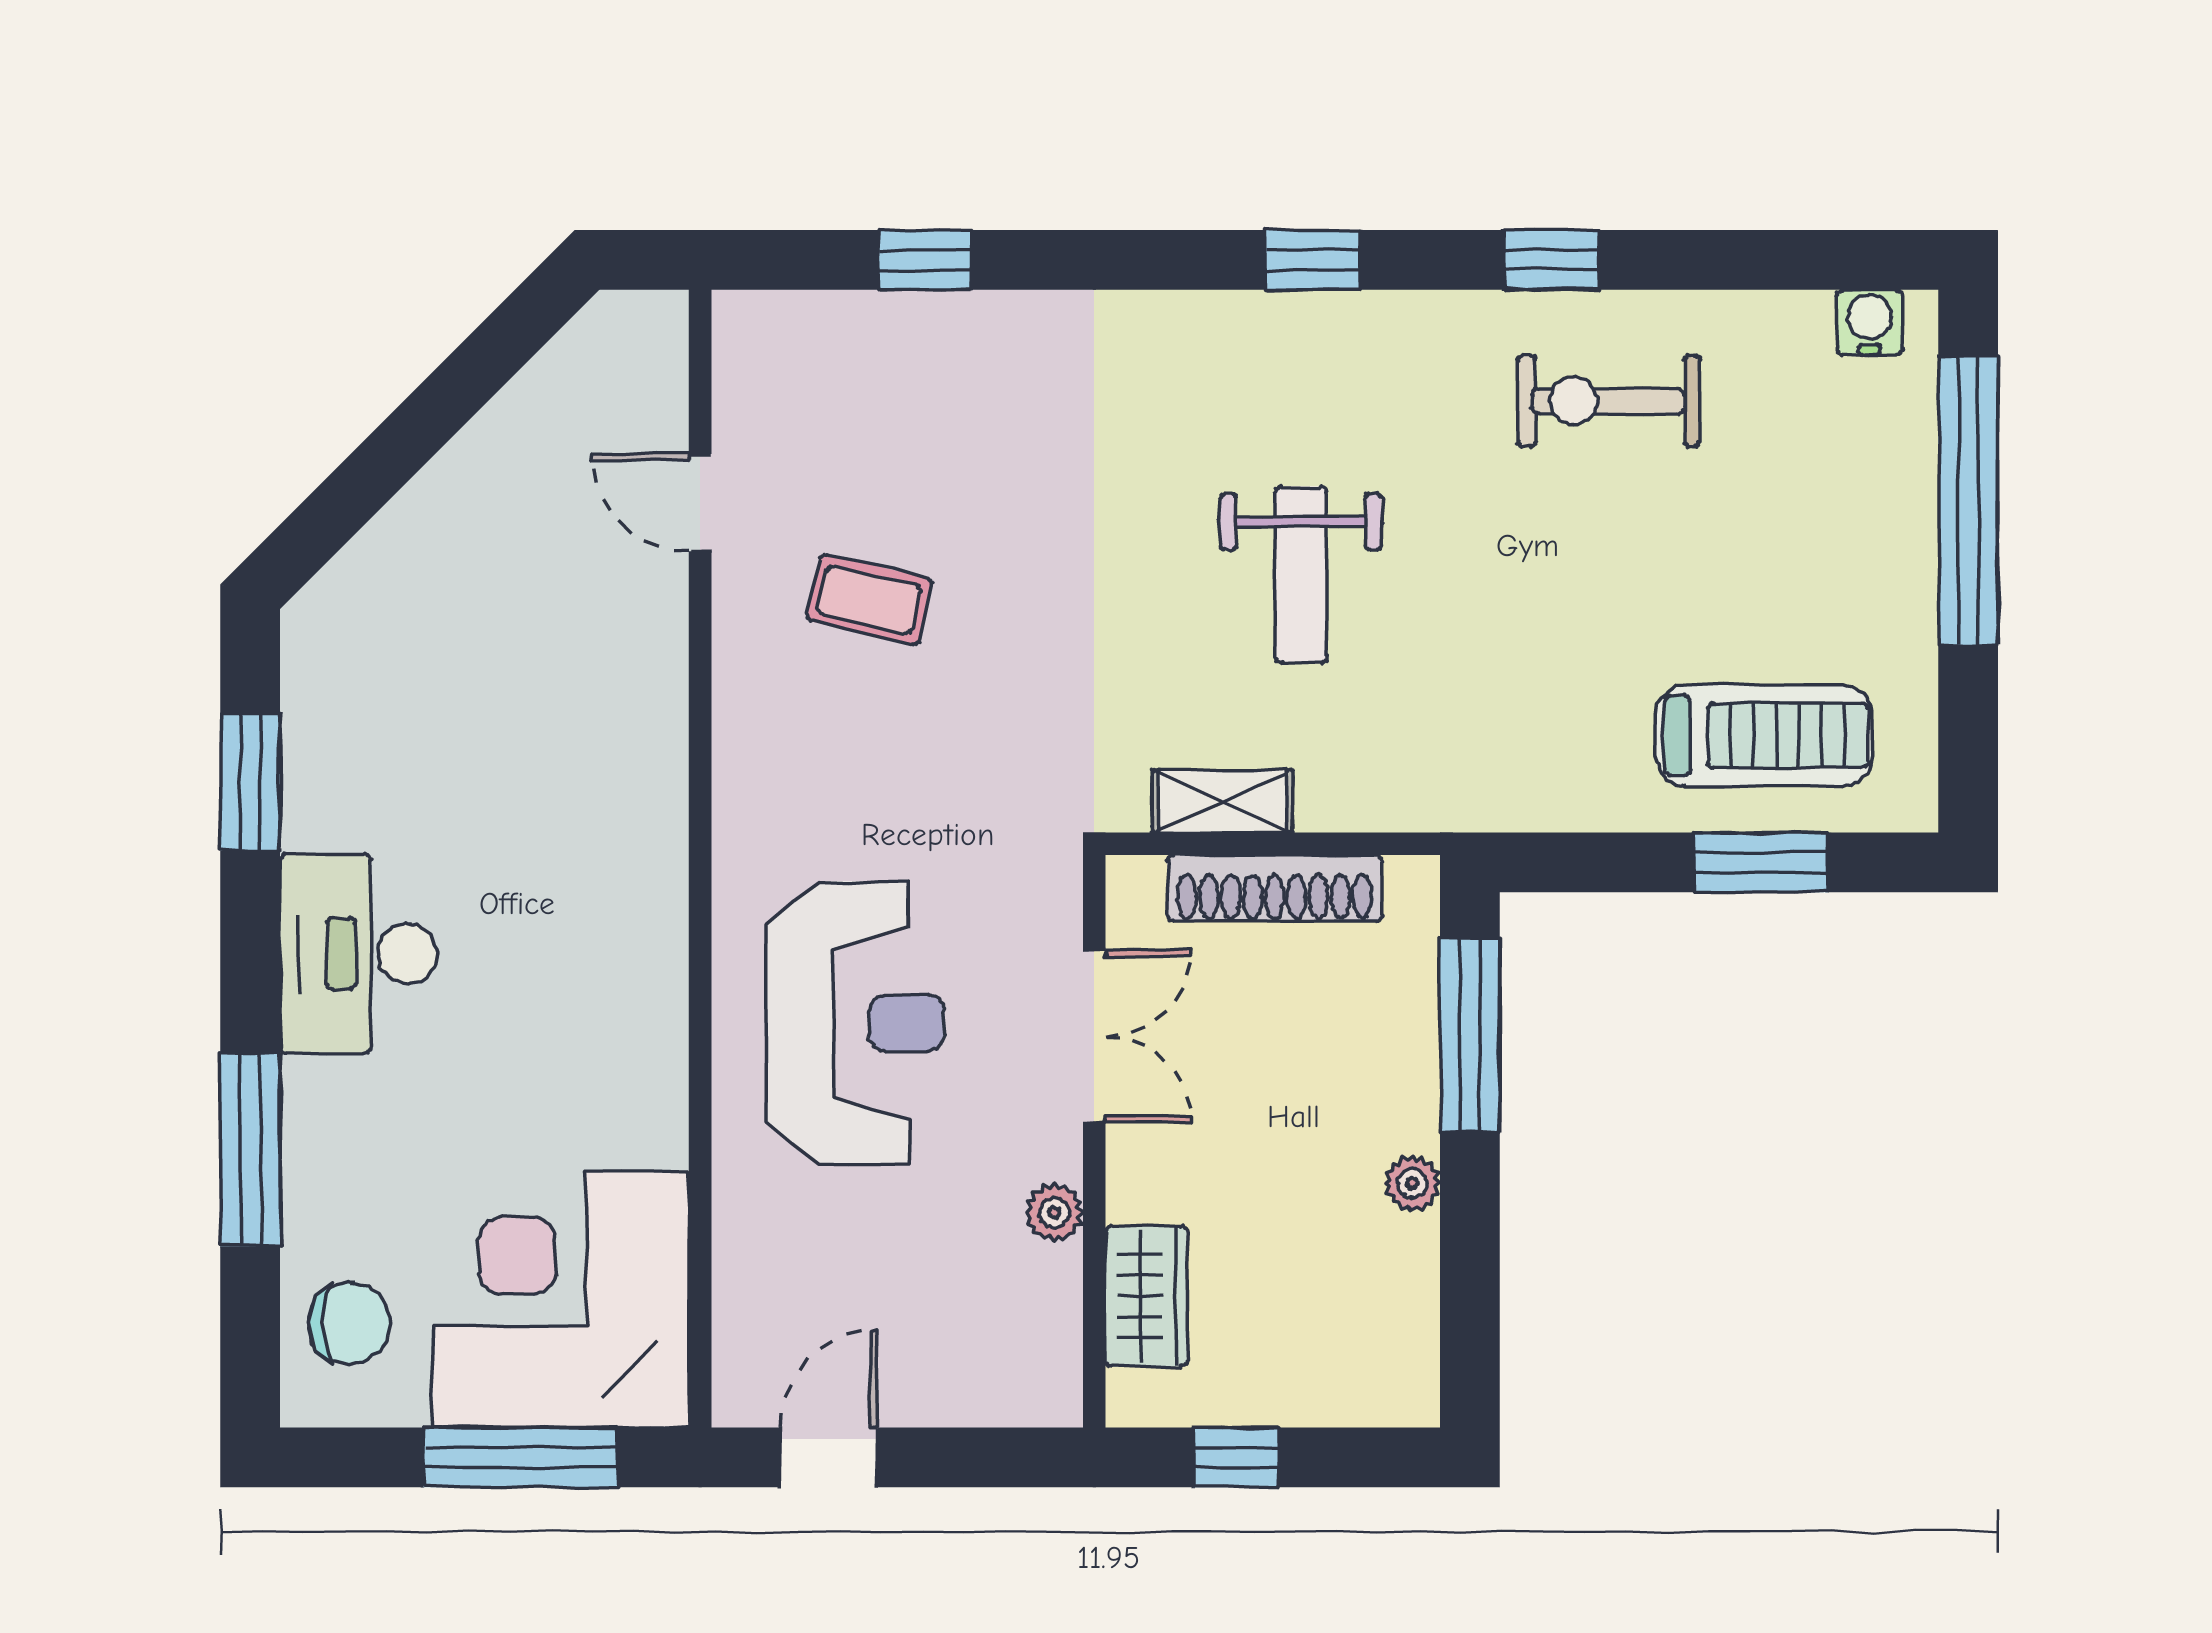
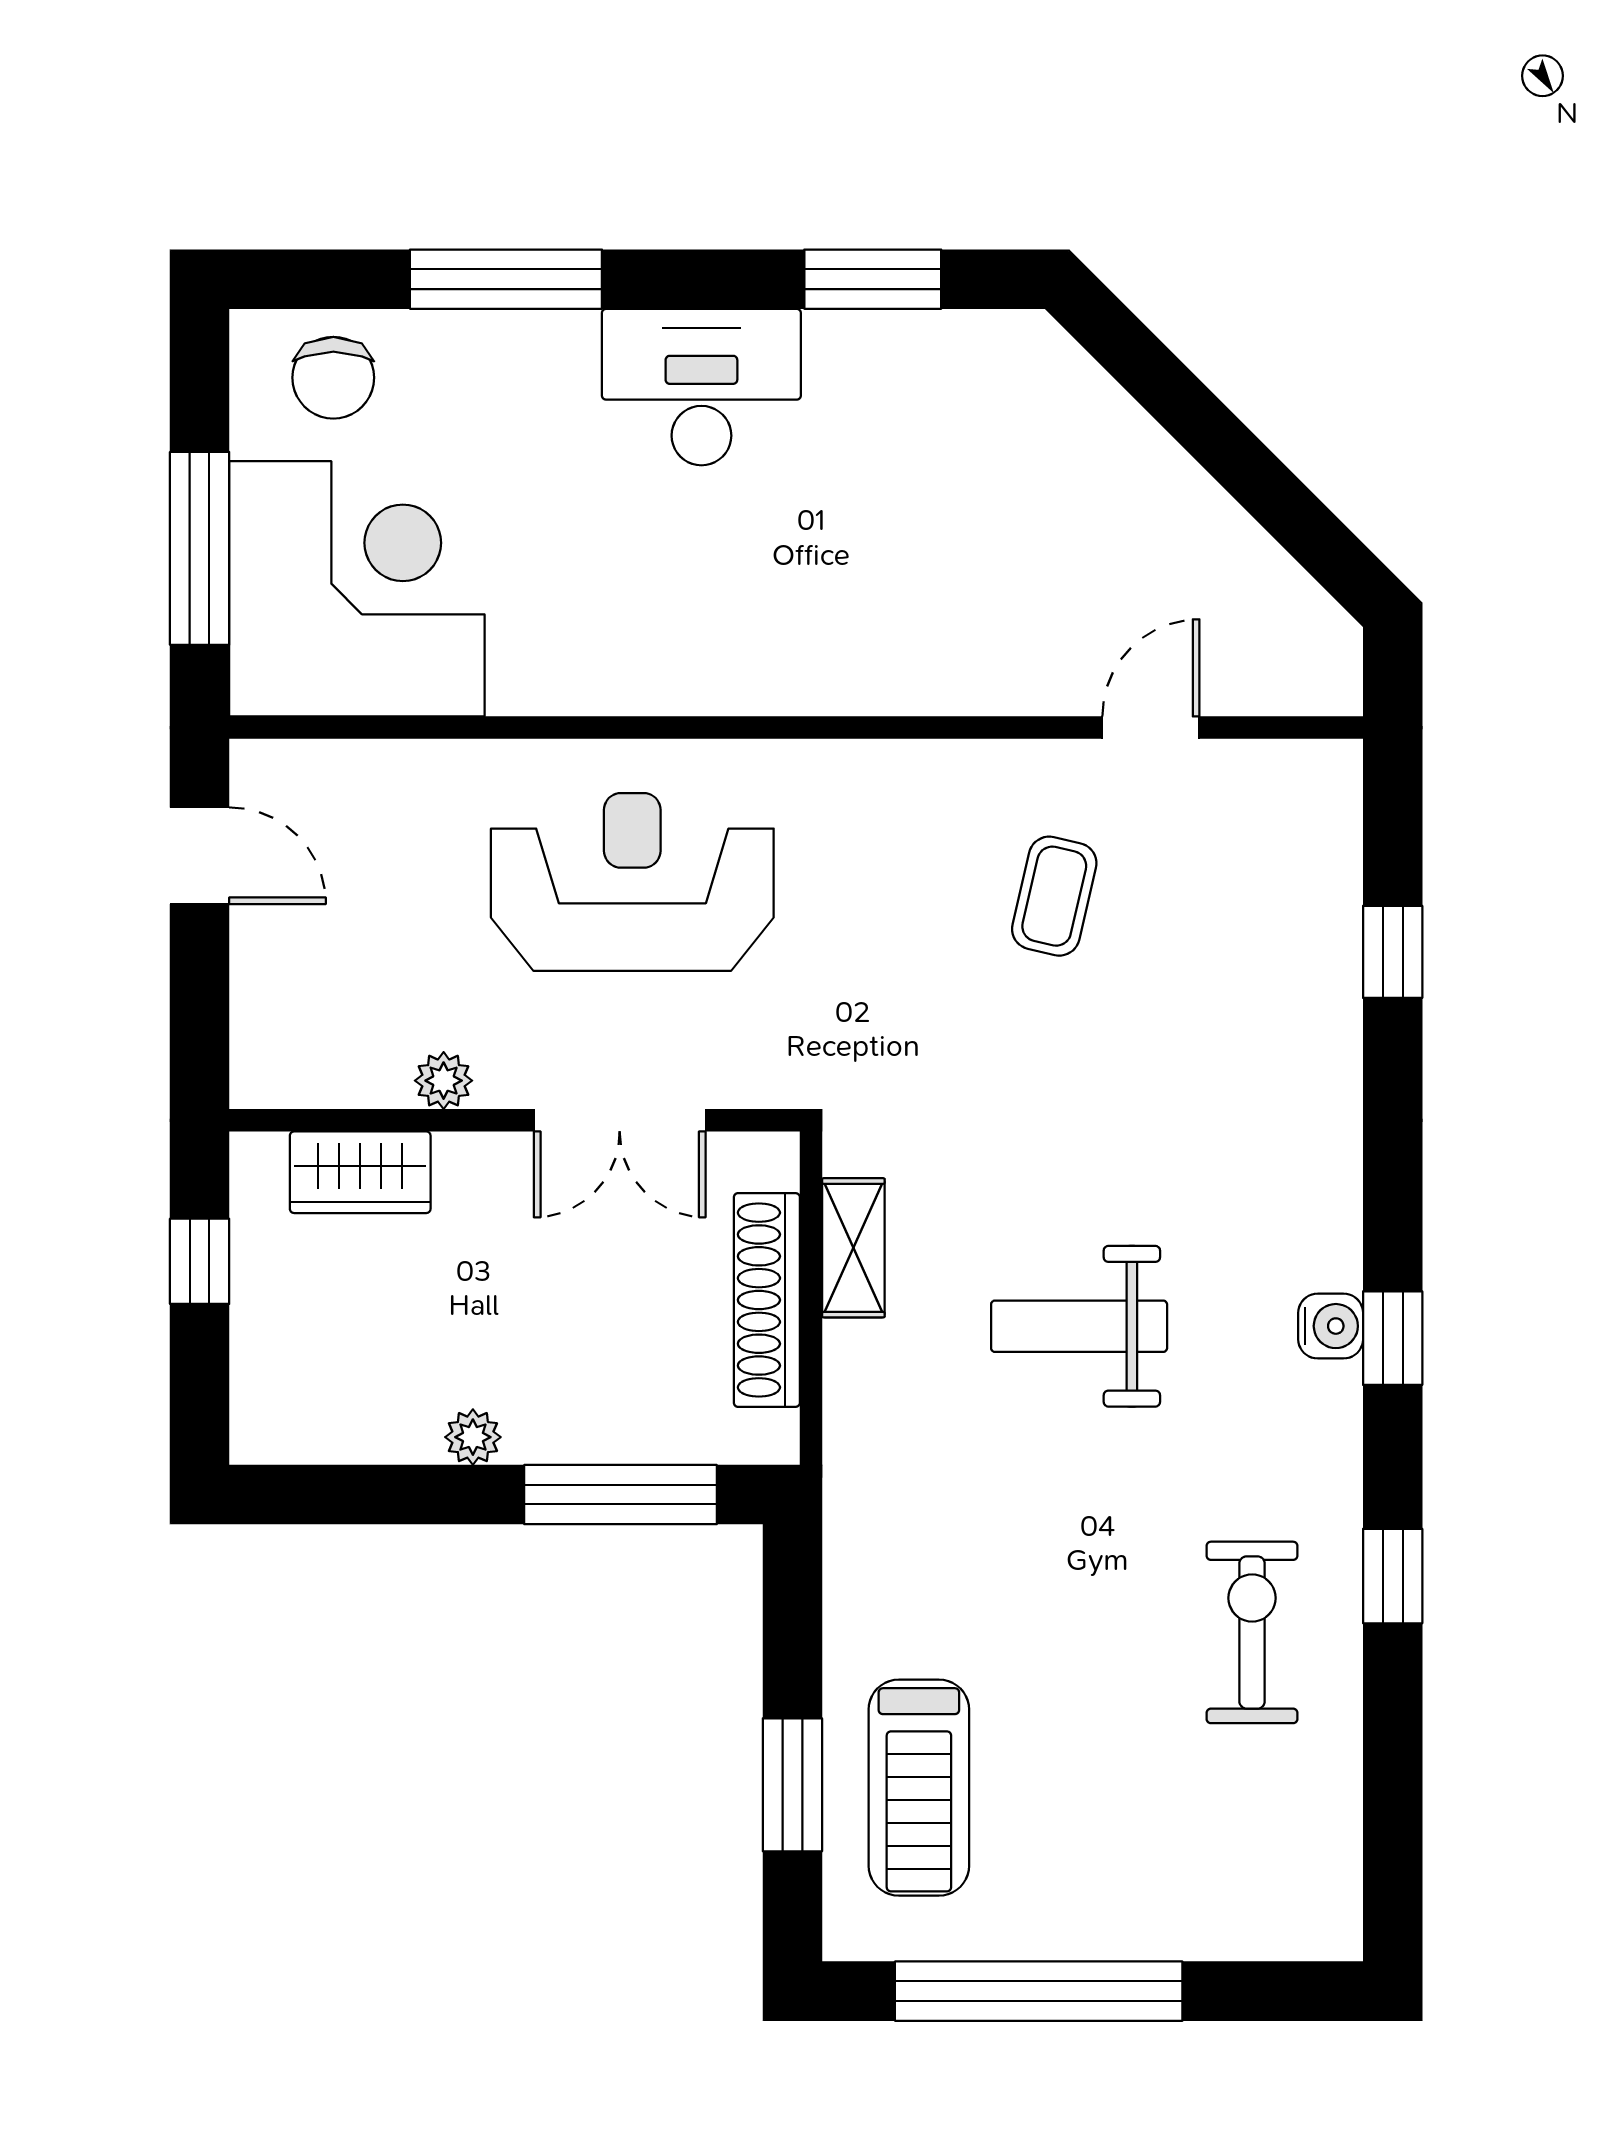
water cooler: (1870, 322) -> (1331, 1326), moved
window: (1968, 501) -> (1039, 1991), moved
reception desk: (855, 1023) -> (632, 882), turned 180

